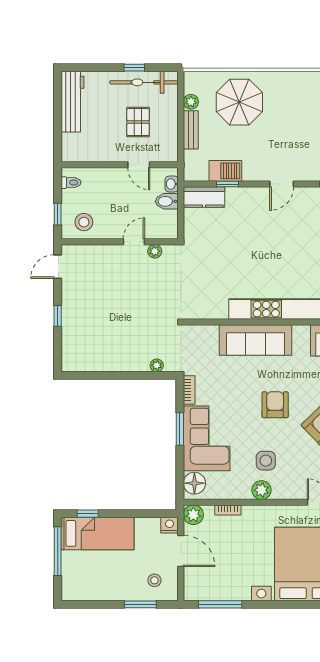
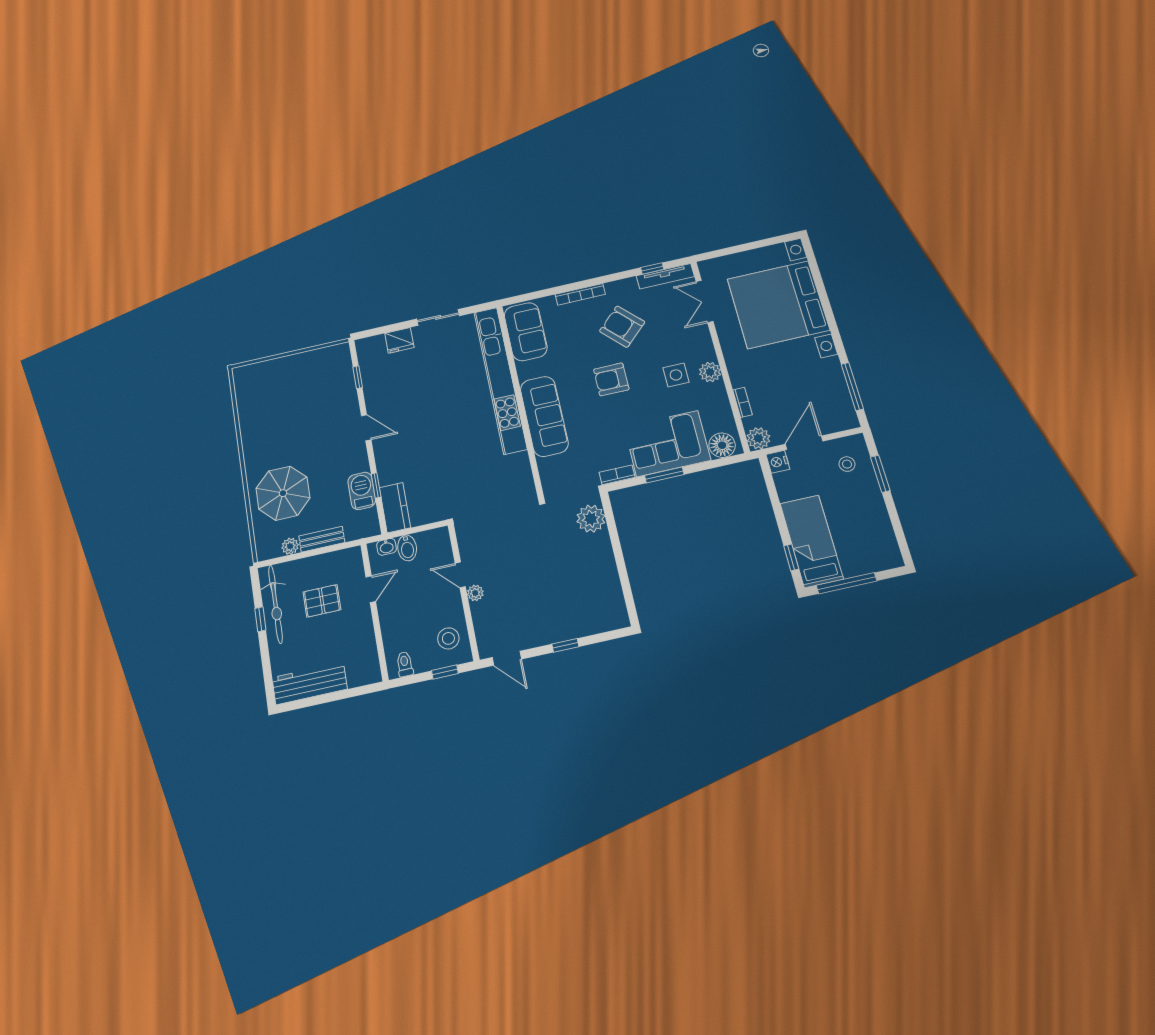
plant: (155, 251) -> (475, 593), moved
plant: (157, 365) -> (591, 519), width x1.87, depth x1.87

